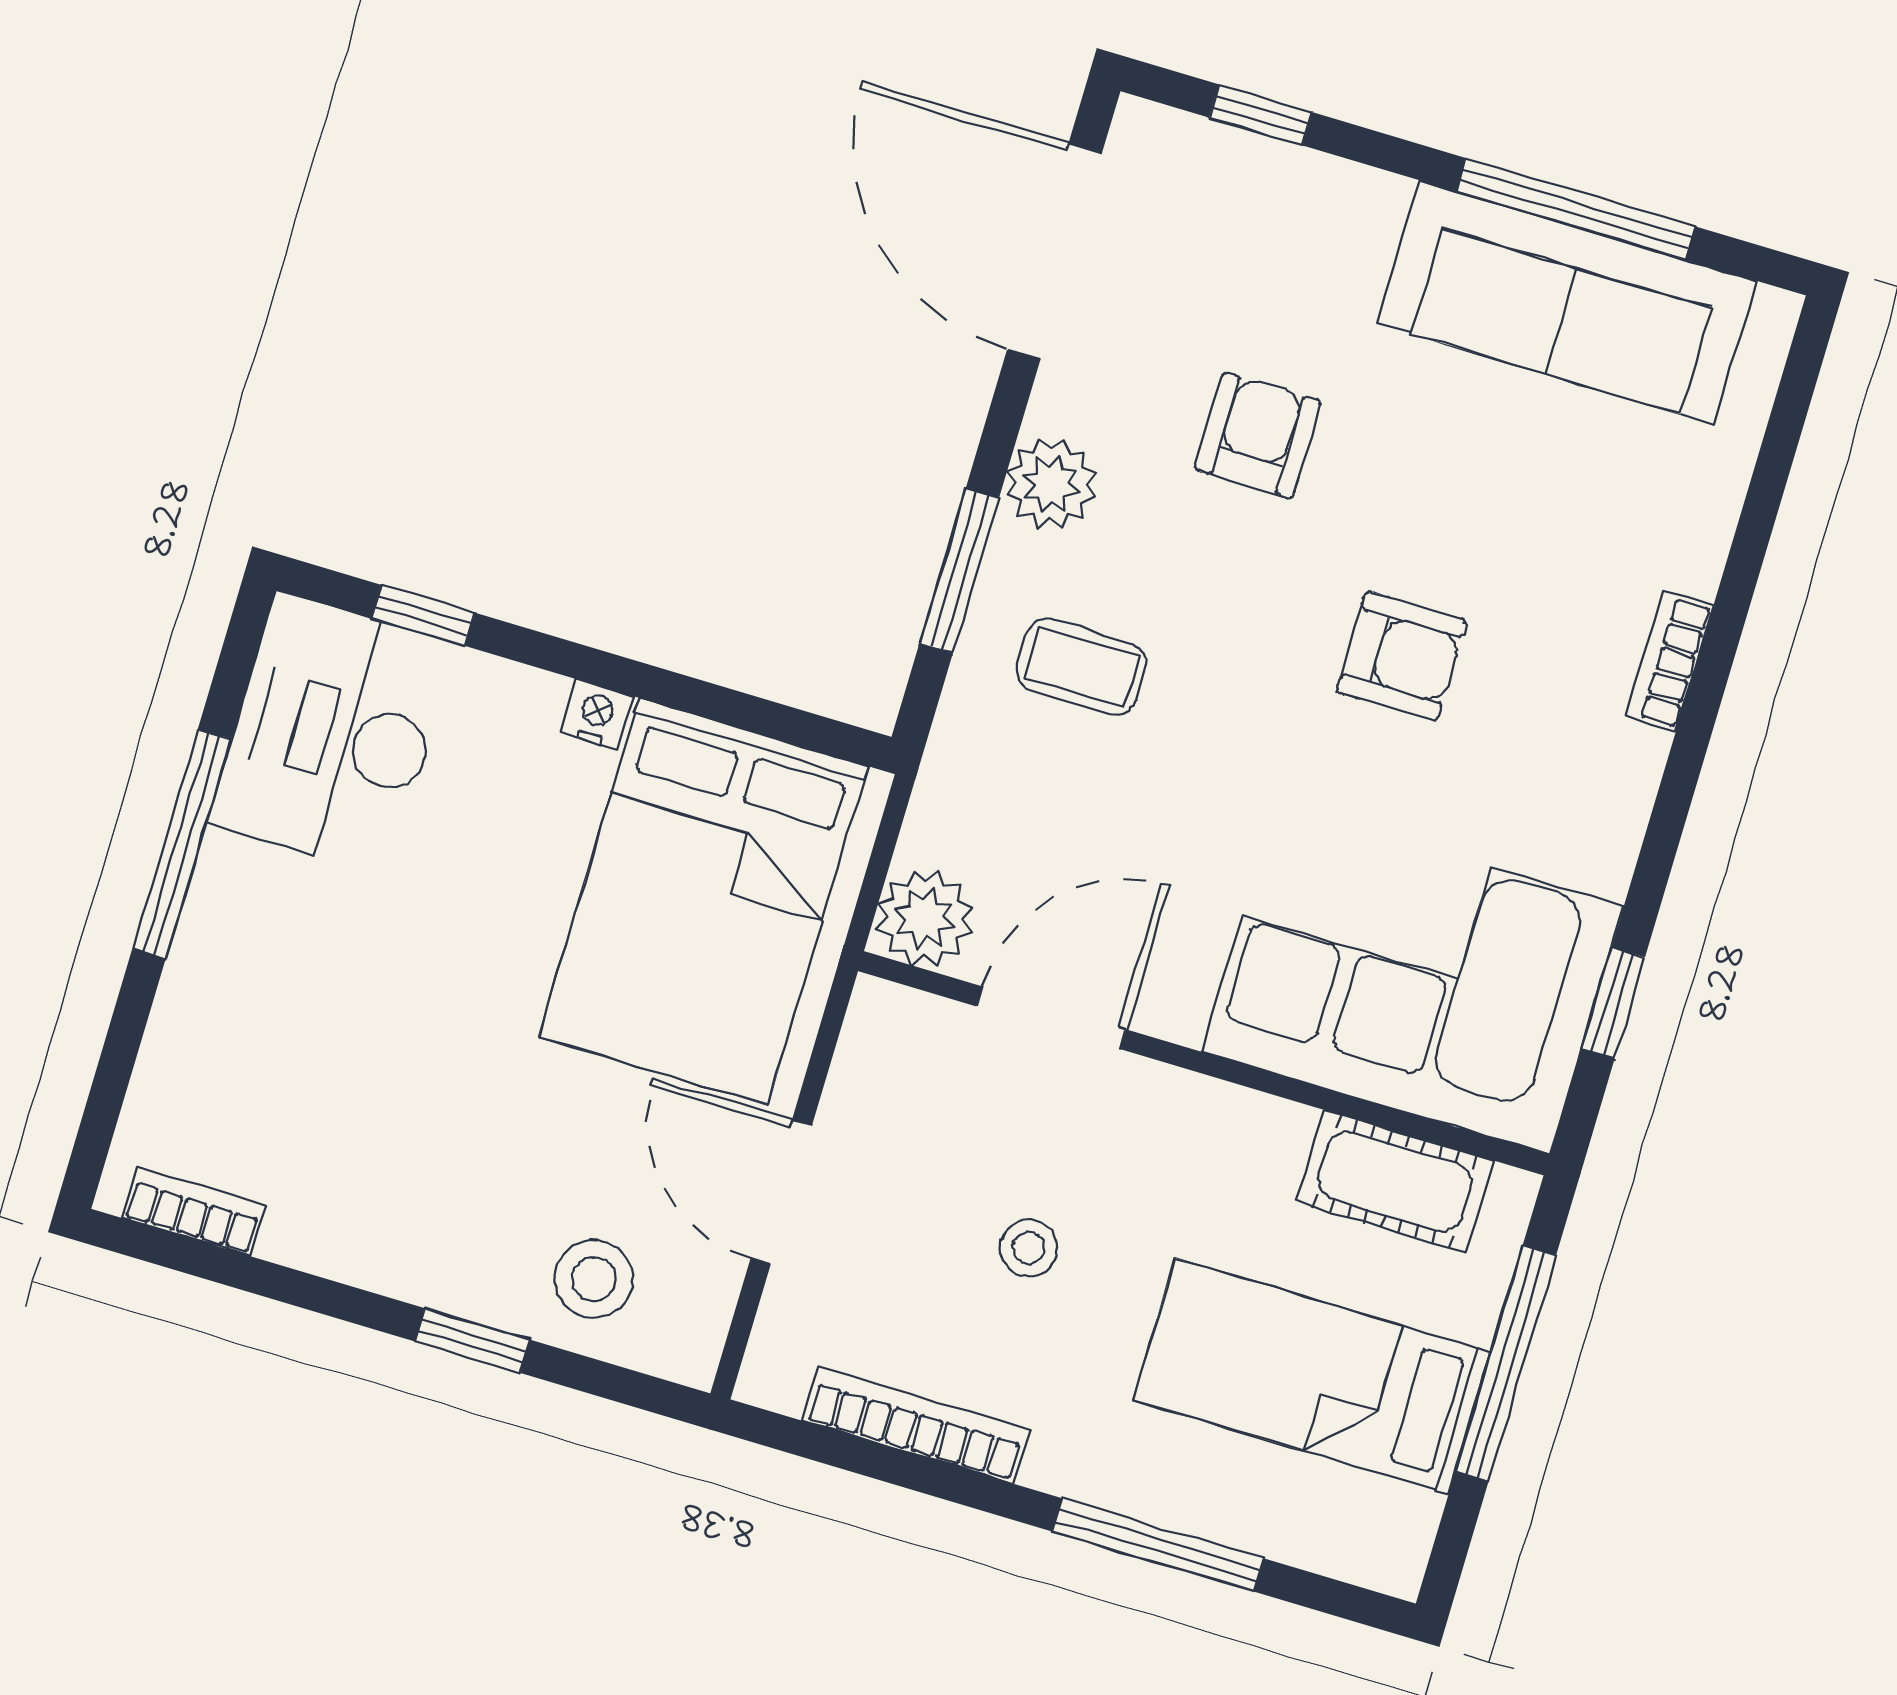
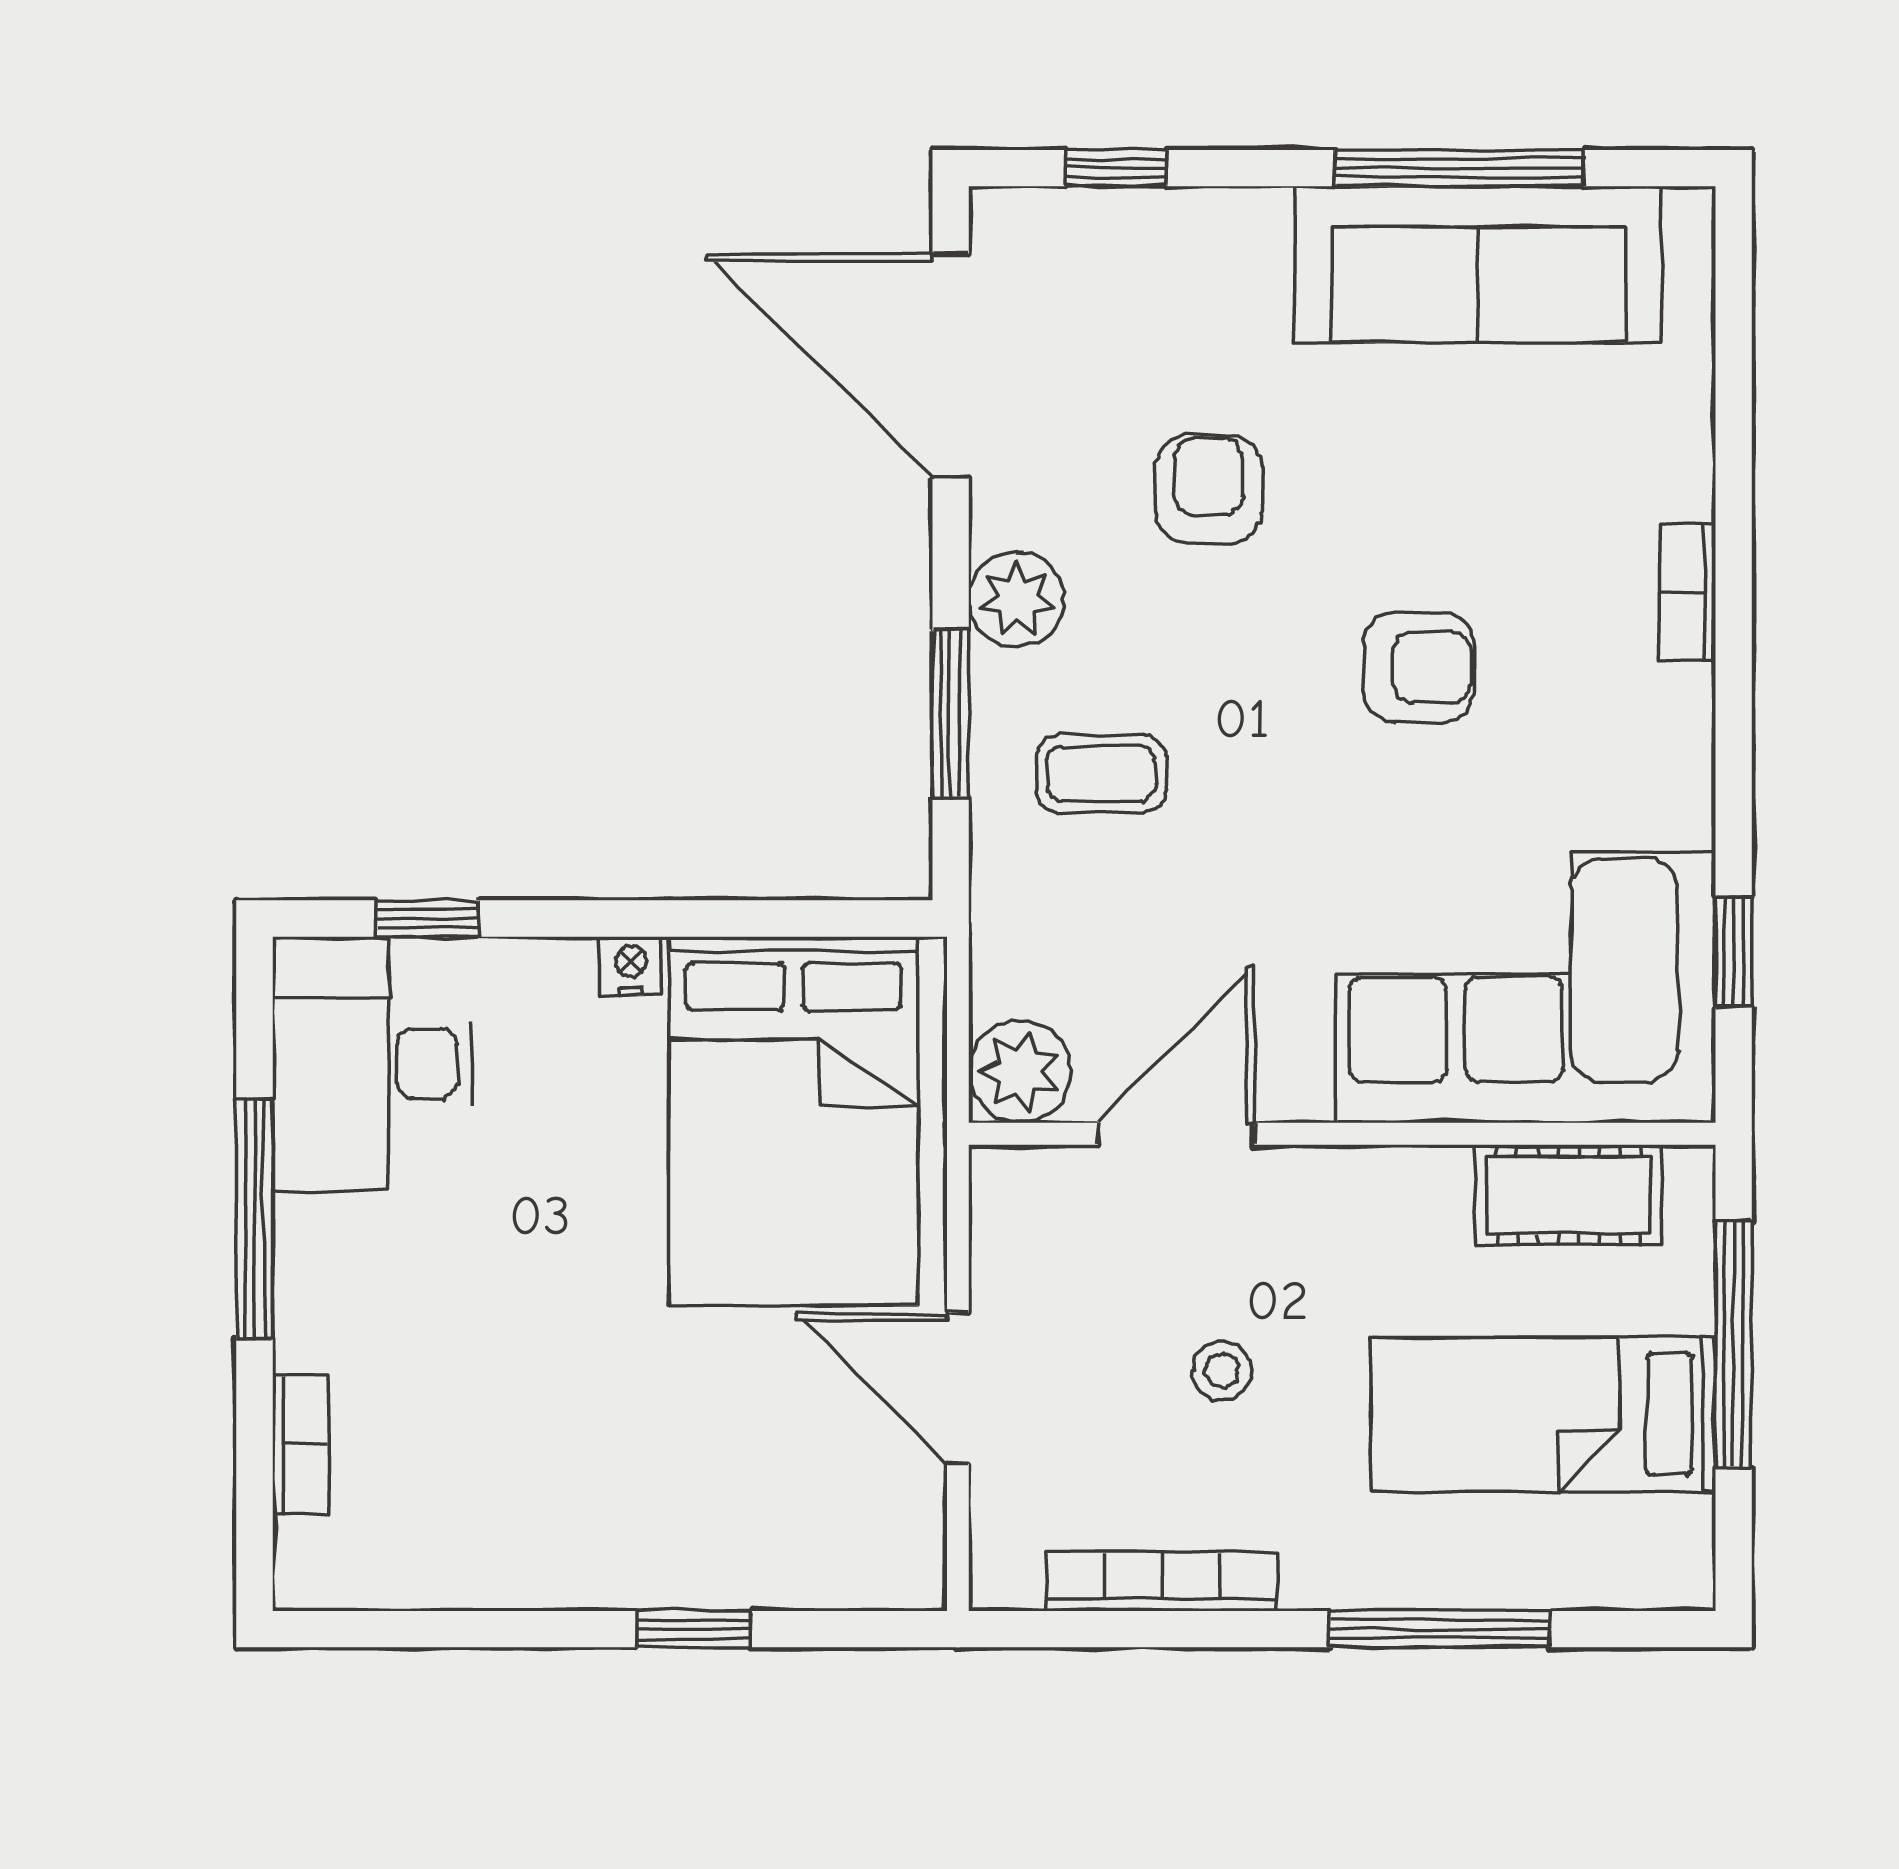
bookcase: (194, 1211) -> (301, 1445), moved, turned 90
stool: (594, 1279) -> (796, 1531), removed

